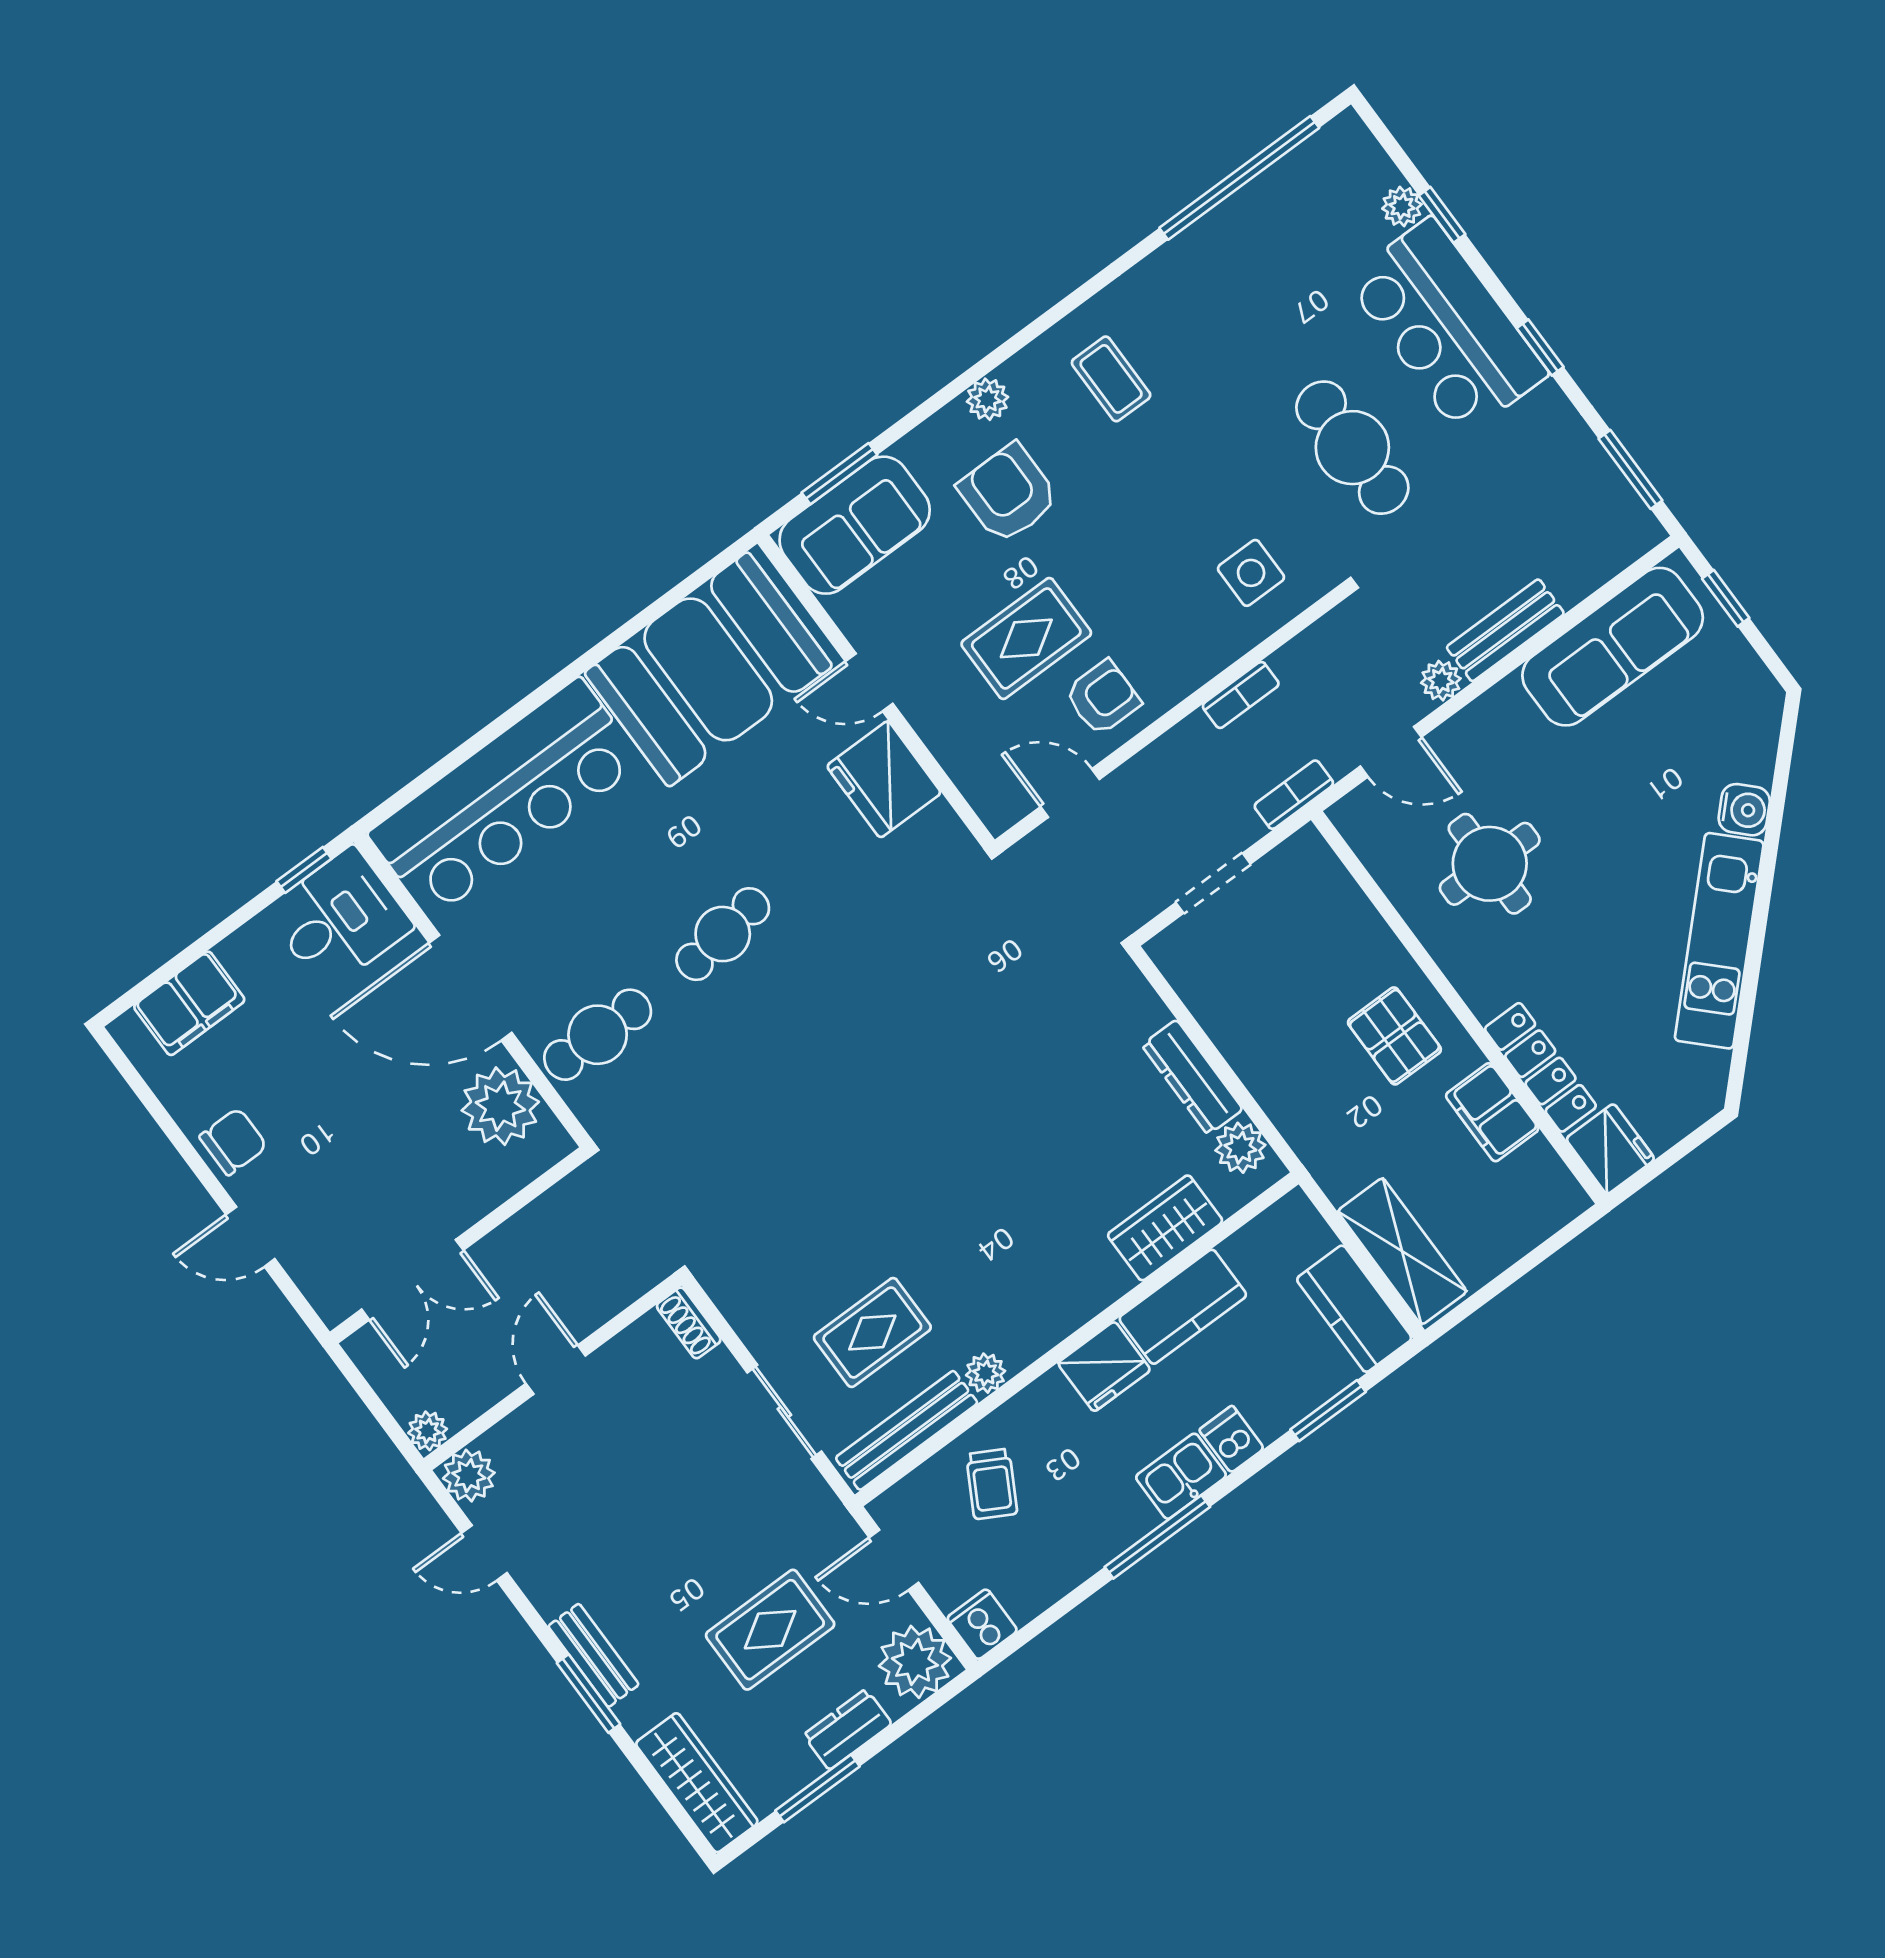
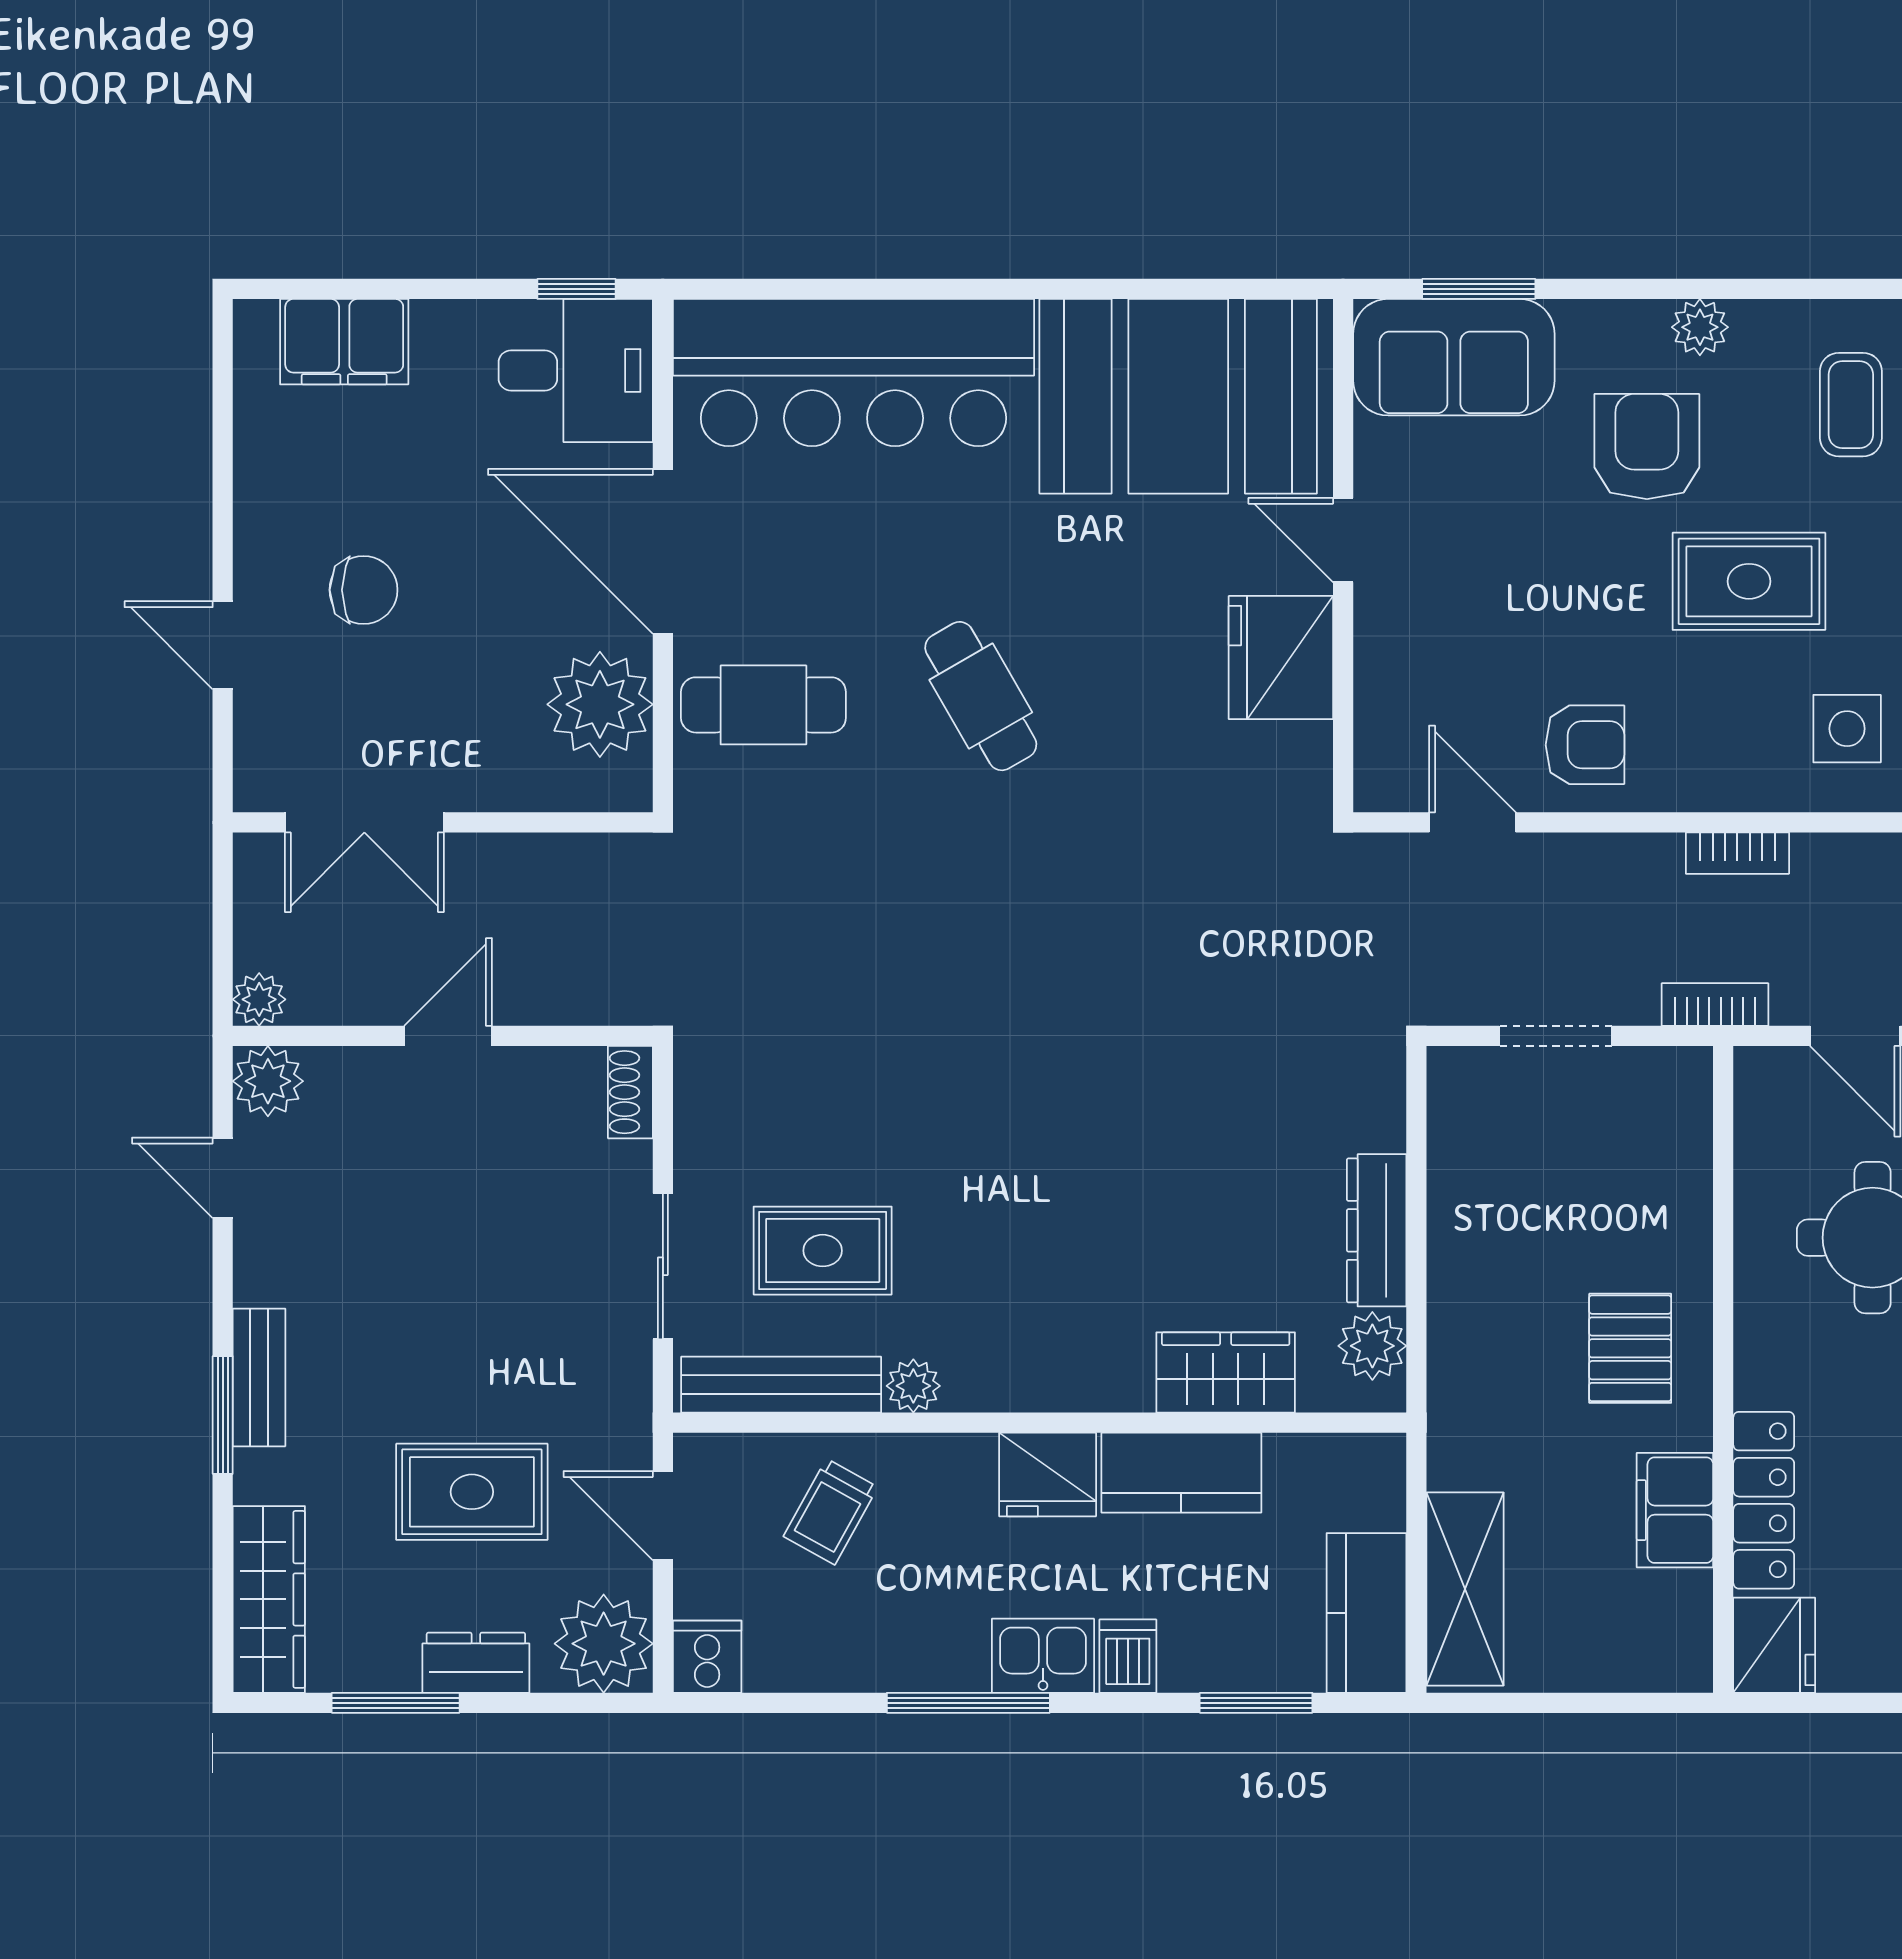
rug: (1026, 638) -> (1749, 581), moved
cafe table: (723, 934) -> (981, 696), turned 68
chair: (233, 1142) -> (364, 590), moved

